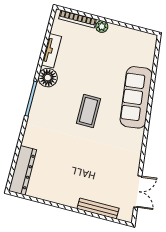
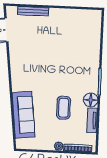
sofa: (136, 97) -> (23, 115), moved
coffee table: (89, 111) -> (64, 108), moved
dresser: (23, 170) -> (95, 27), removed

